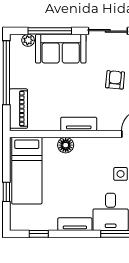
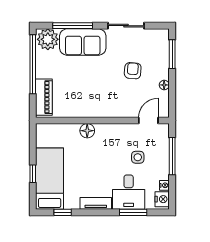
plant: (28, 40) -> (48, 39), width x1.88, depth x1.88
tv unit: (79, 124) -> (99, 111), removed
bed: (27, 171) -> (50, 179), moved, turned 180

